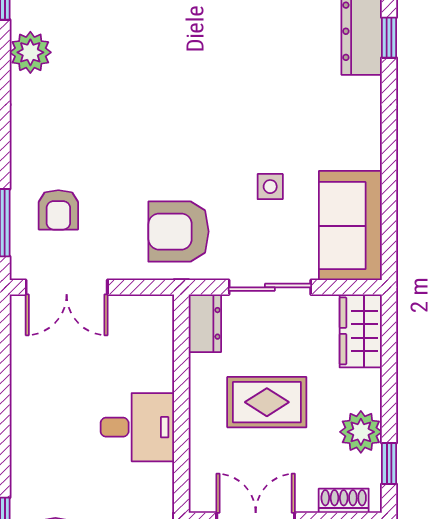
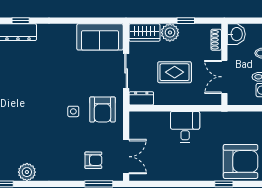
side table: (270, 187) -> (73, 111), moved
rug: (267, 402) -> (175, 72), turned 90
plant: (361, 432) -> (170, 33), moved
window: (389, 464) -> (186, 21), moved

